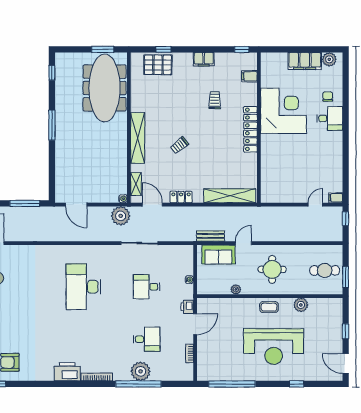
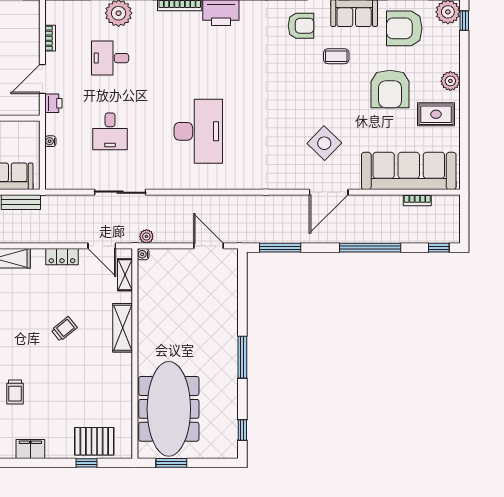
shelving: (138, 138) -> (123, 328), width x0.68
plant: (121, 216) -> (146, 236), width x0.53, depth x0.53
desk: (147, 287) -> (110, 131), turned 90

